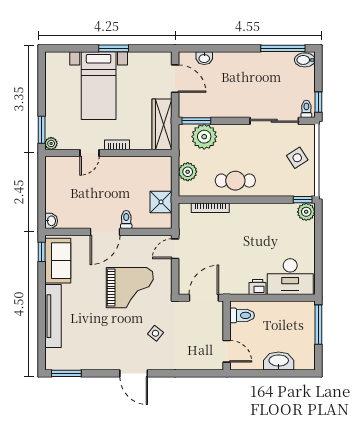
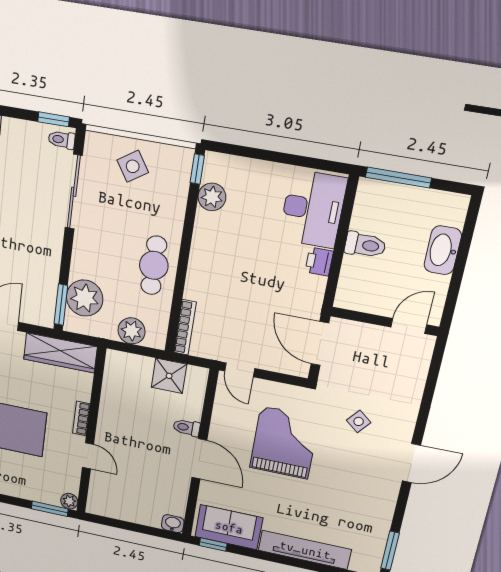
bookcase: (210, 208) -> (185, 327), moved
plant: (306, 212) -> (212, 197), moved
toilet: (242, 315) -> (365, 245), moved, turned 90

